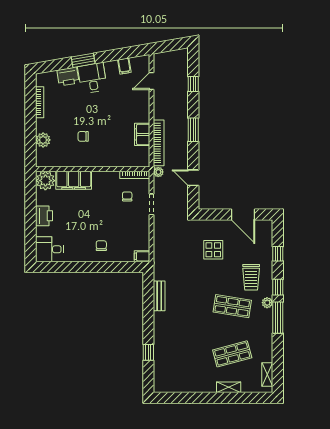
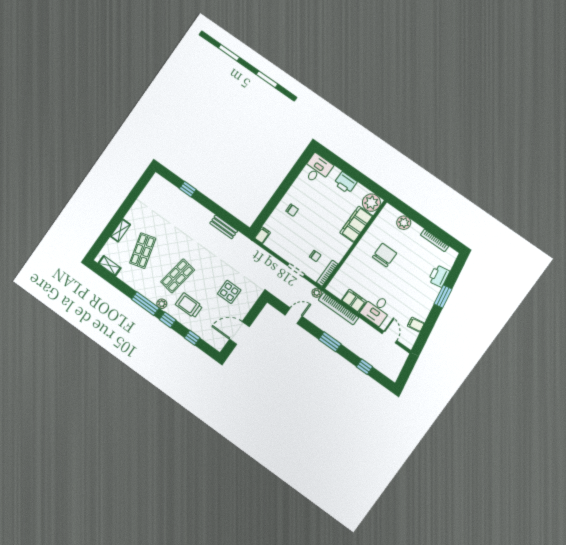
desk: (92, 78) -> (377, 310), moved, turned 100
chair: (83, 136) -> (385, 255), width x1.87, depth x1.87

